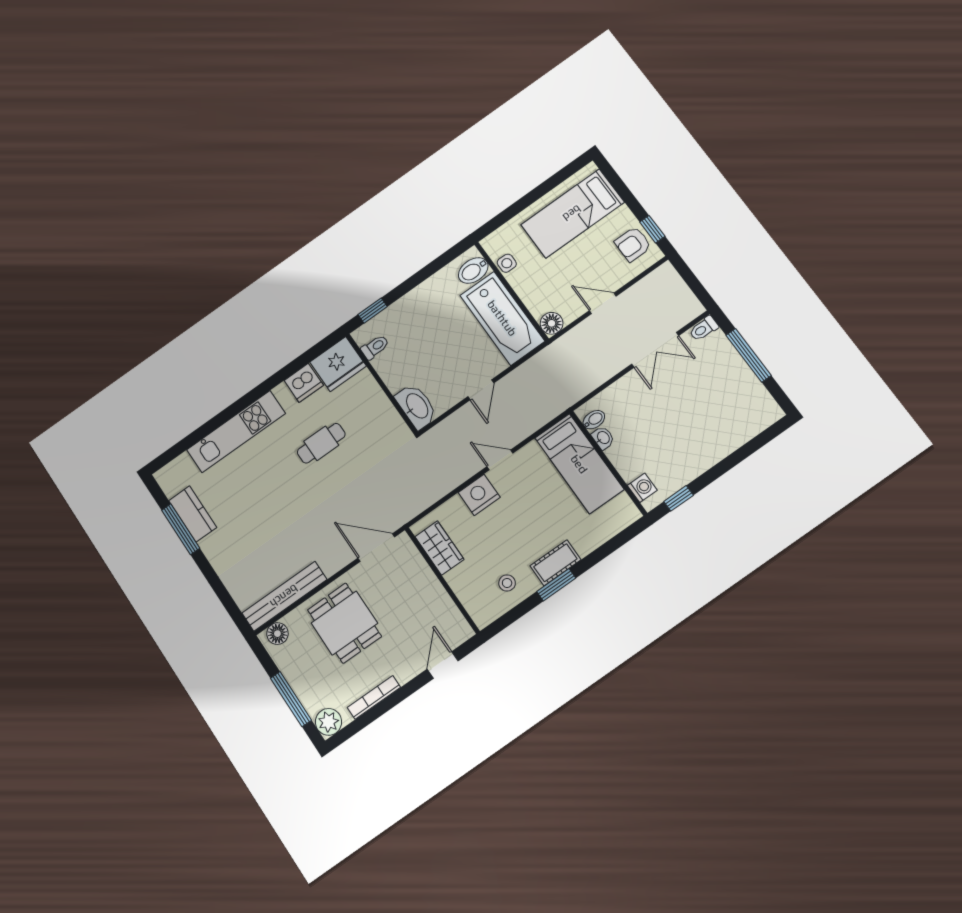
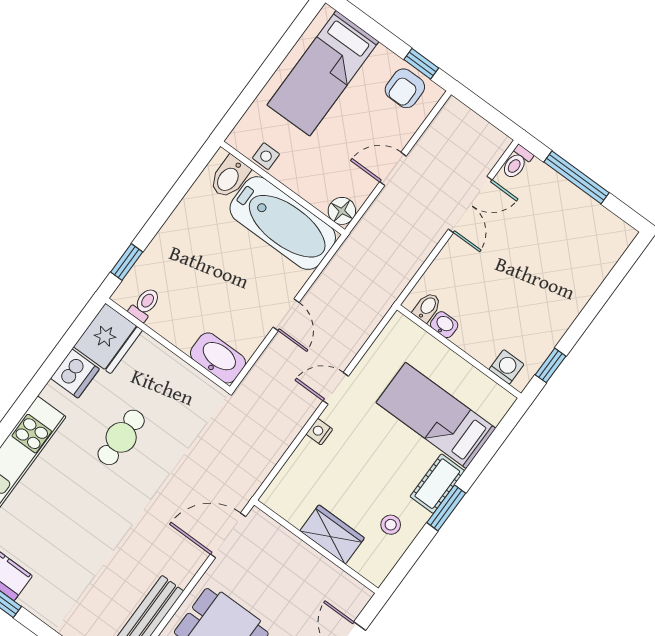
bed: (579, 464) -> (436, 415), moved, turned 180
nightstand: (479, 495) -> (319, 432), width x0.53, depth x0.56
wardrobe: (439, 548) -> (332, 534), moved

